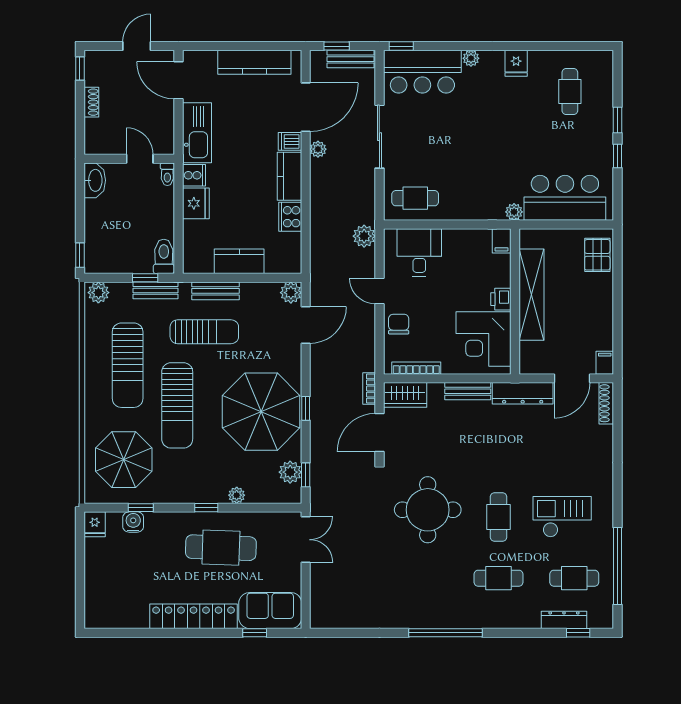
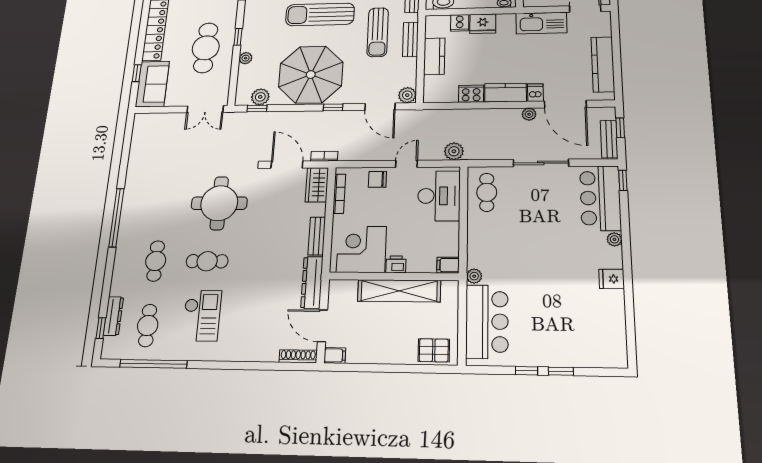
cafe table: (570, 92) -> (587, 327), removed
cooker: (194, 175) -> (460, 23), moved
desk: (419, 253) -> (439, 196), width x1.37
chair: (399, 324) -> (377, 179), turned 180
window: (306, 408) -> (333, 107), moved

